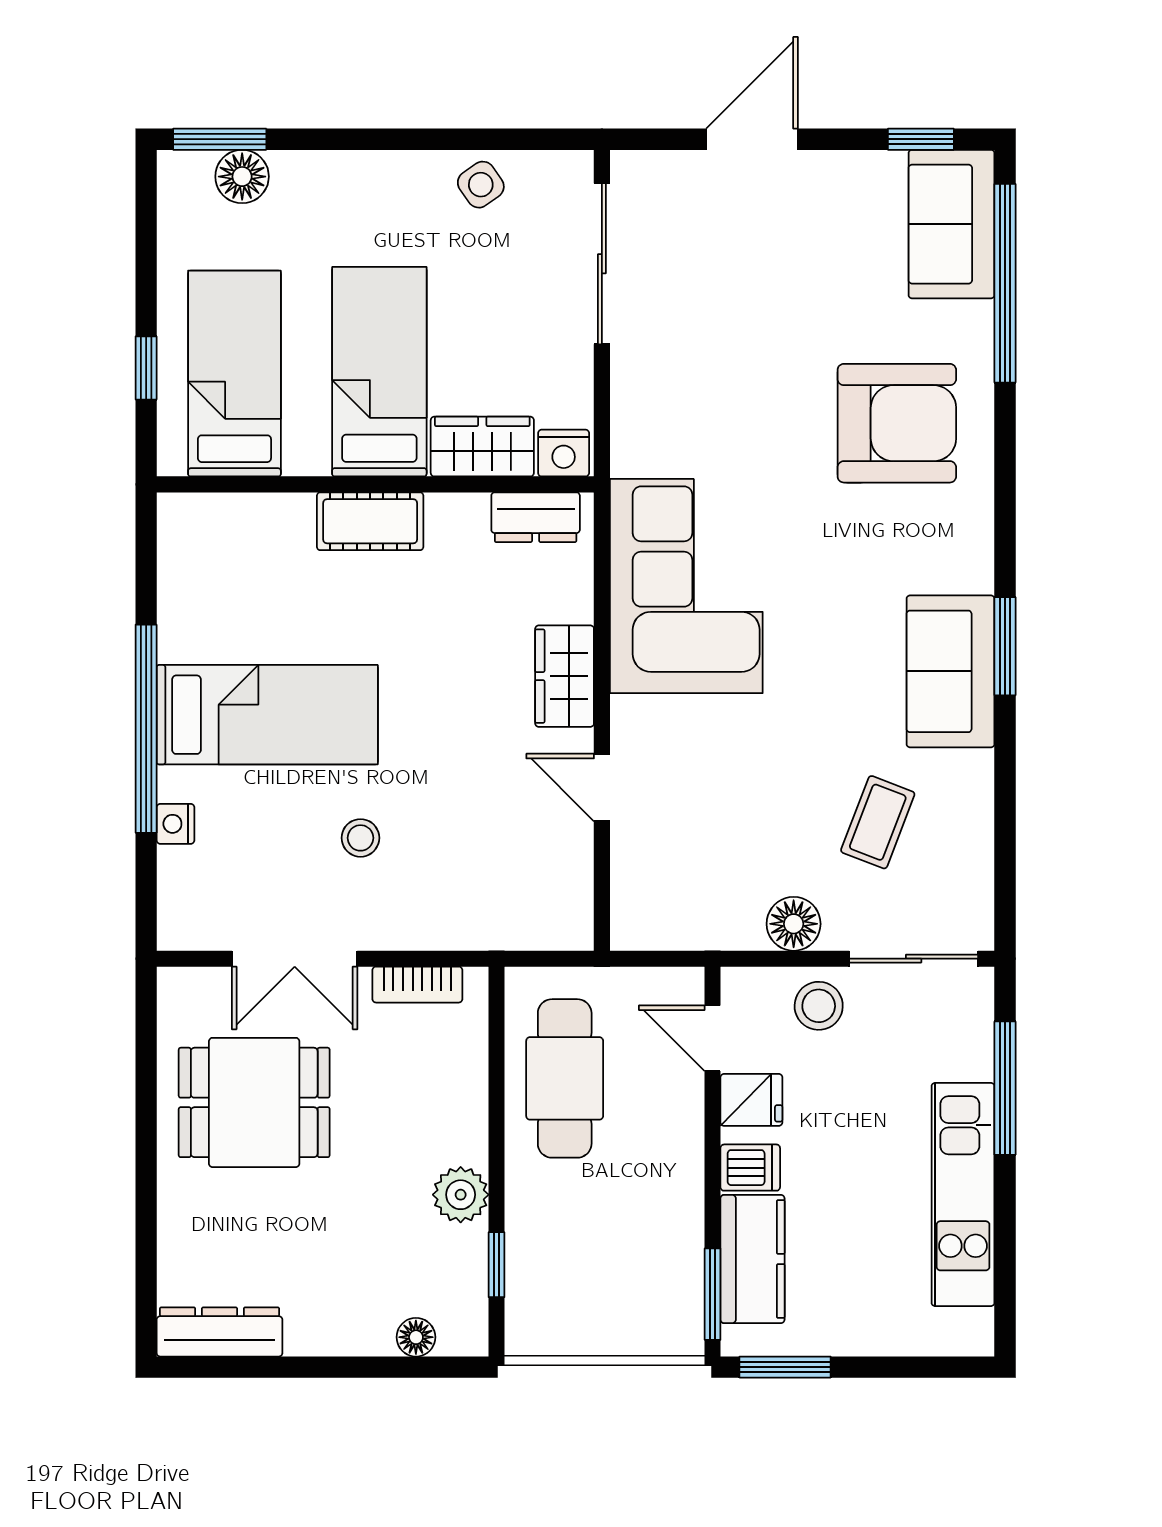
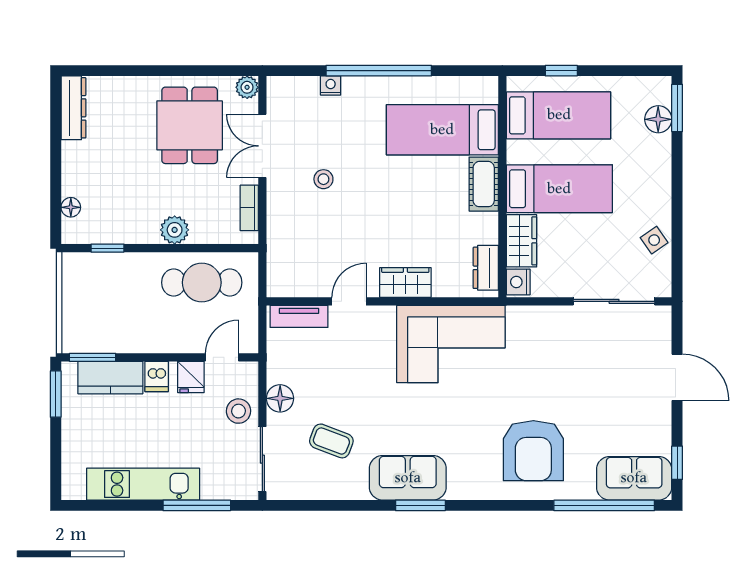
bed: (267, 715) -> (442, 130), moved, turned 90
tv unit: (632, 886) -> (299, 316), added
plant: (179, 989) -> (247, 87), added
plant: (461, 1195) -> (175, 230), moved

